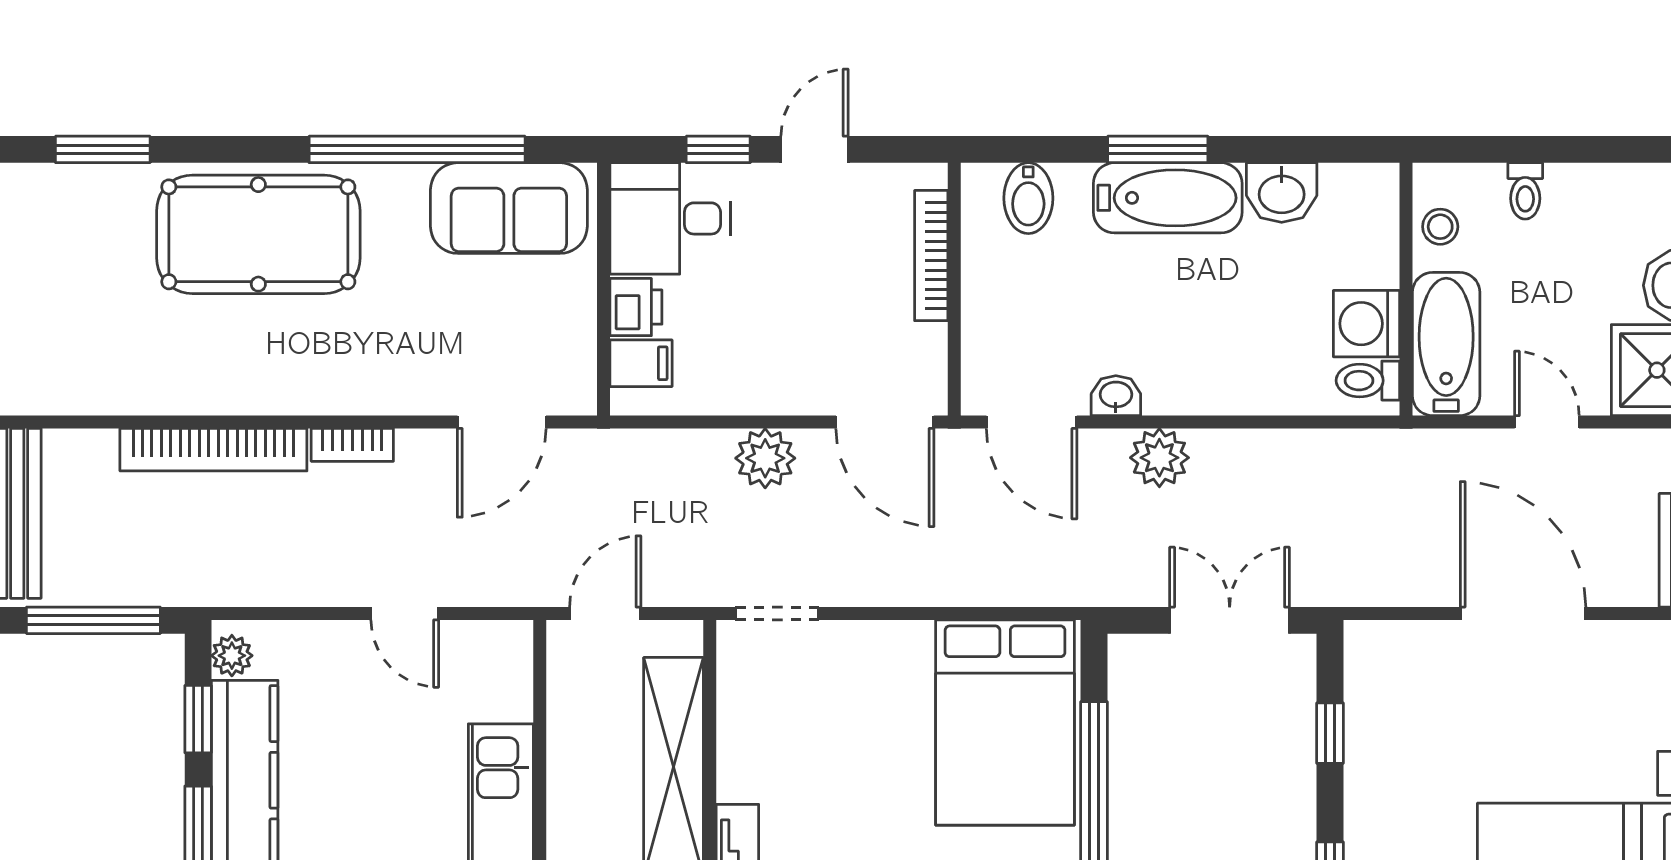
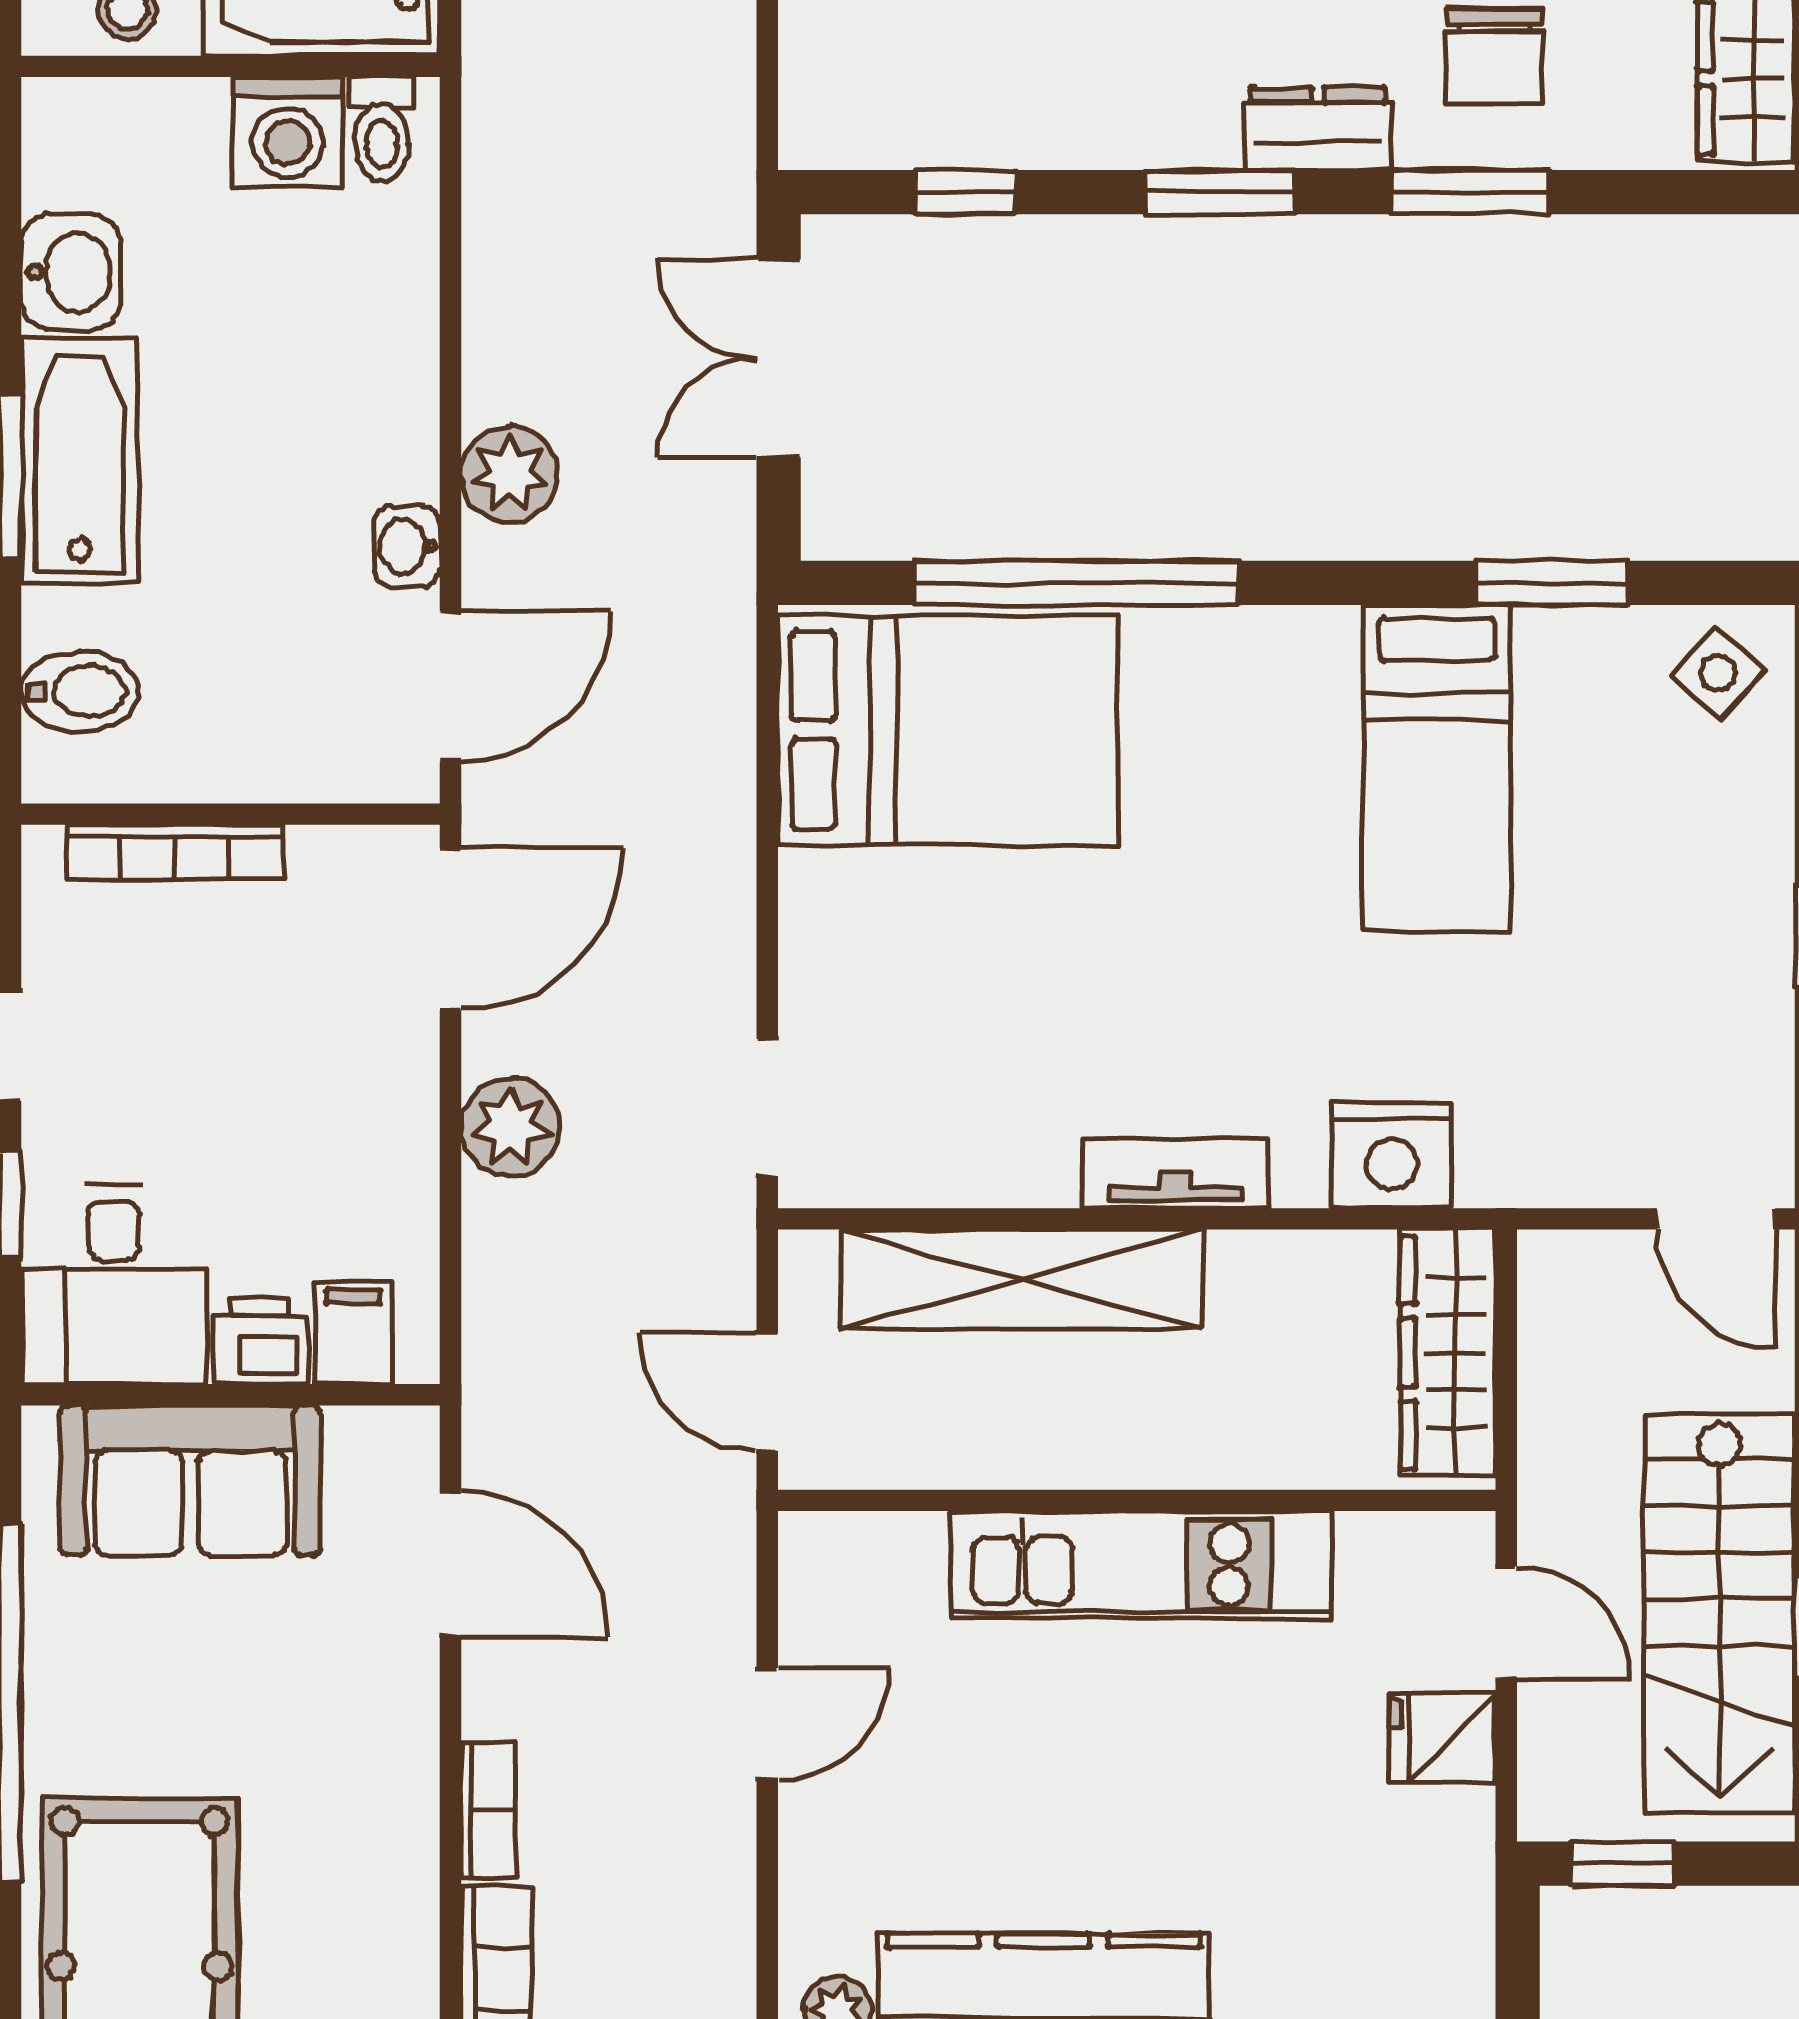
sofa: (509, 208) -> (190, 1480), moved, turned 90

